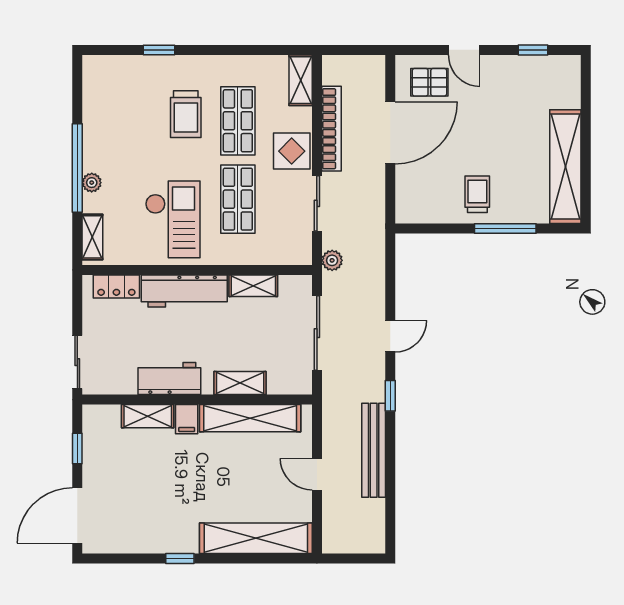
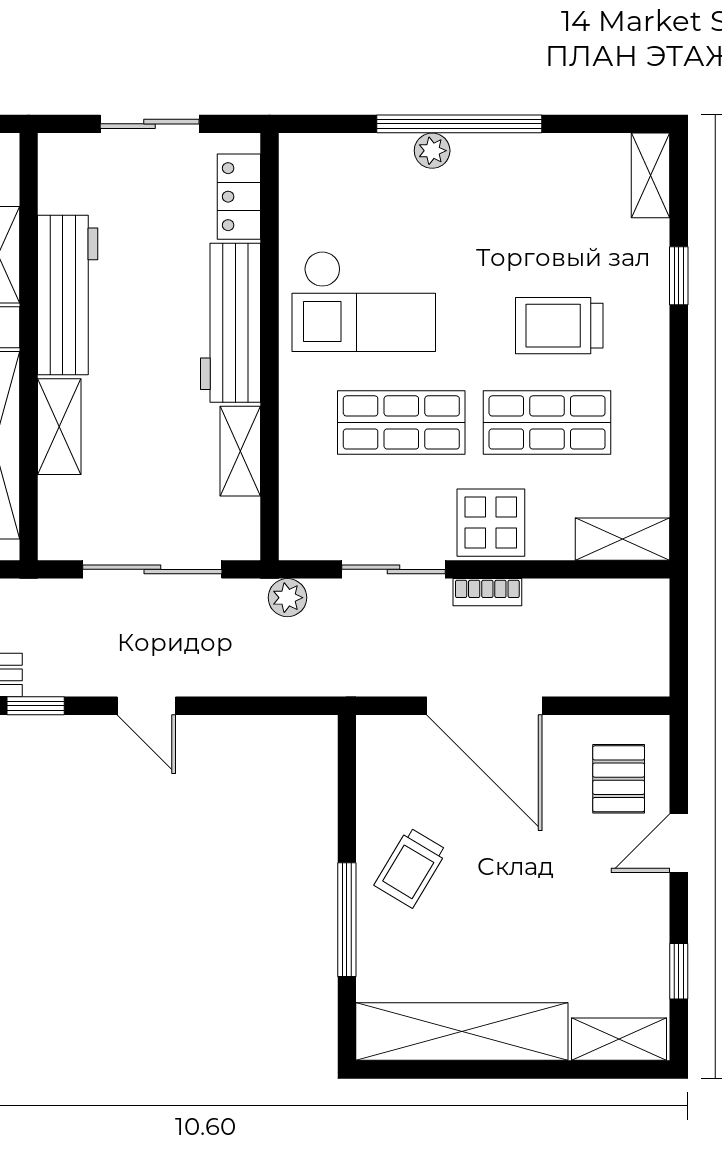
shelving: (570, 82) -> (619, 1039), added
bookcase: (331, 129) -> (487, 592), width x0.43, depth x0.76
door: (390, 133) -> (484, 706), moved
trolley: (477, 194) -> (411, 868), turned 121
shelving: (92, 237) -> (651, 175), moved, turned 90
sliding door: (77, 362) -> (150, 124), moved
workbench: (169, 379) -> (68, 295), width x1.38

